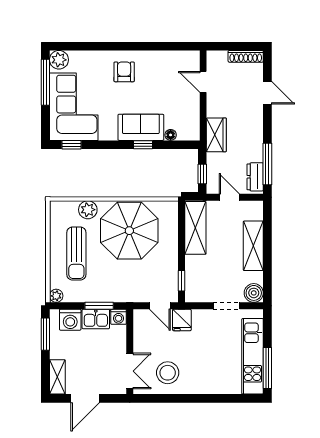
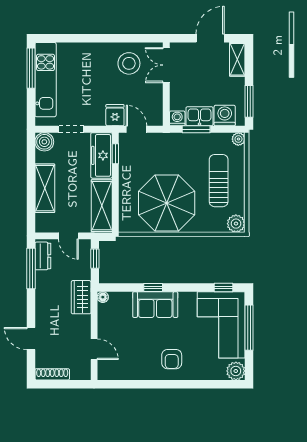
window: (45, 82) -> (249, 328), moved
floor lamp: (171, 135) -> (103, 297), moved
plant: (88, 210) -> (236, 224), moved
freezer: (196, 279) -> (101, 155), added

